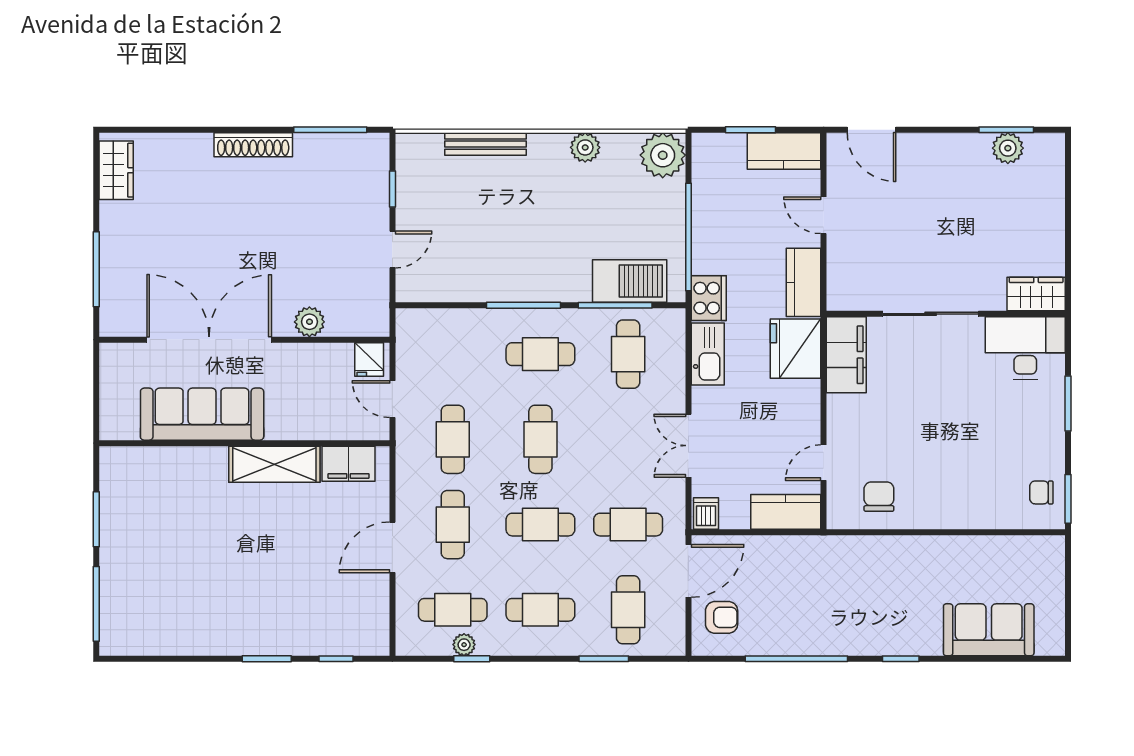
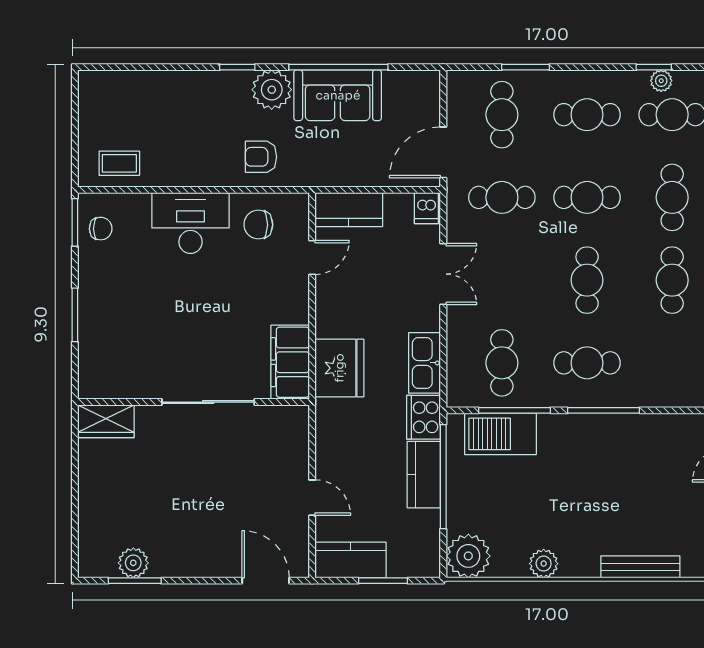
kitchen counter: (804, 282) -> (424, 475), moved, turned 180
desk: (1025, 348) -> (190, 223), moved, turned 180
chair: (879, 497) -> (258, 225), turned 90
coffee table: (1022, 560) -> (119, 163), added
armchair: (722, 617) -> (261, 157), moved
sofa: (989, 630) -> (338, 95), moved
plant: (865, 636) -> (272, 90), added

